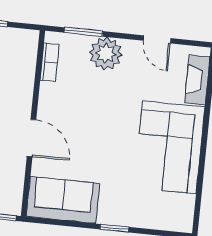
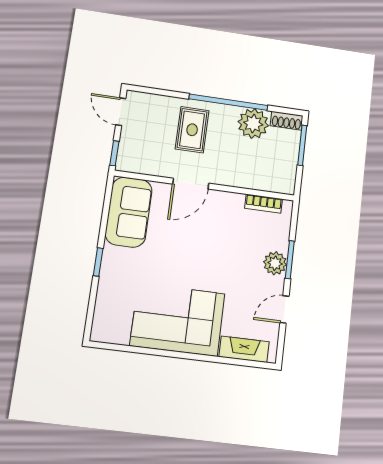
window: (84, 32) -> (290, 260), moved
plant: (106, 54) -> (275, 263), width x0.73, depth x0.73

